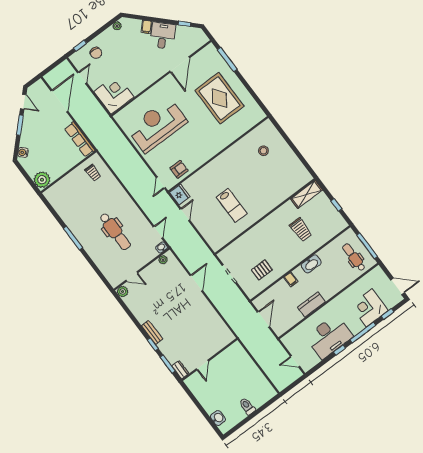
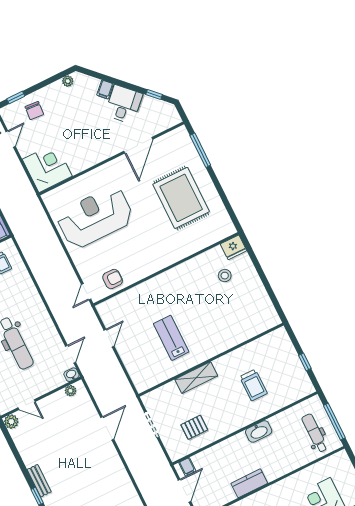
fridge: (180, 194) -> (234, 247), moved, turned 90
shelving: (307, 194) -> (196, 378), moved
lab bench: (232, 205) -> (171, 338), turned 180
filing cabinet: (291, 279) -> (187, 467), moved

